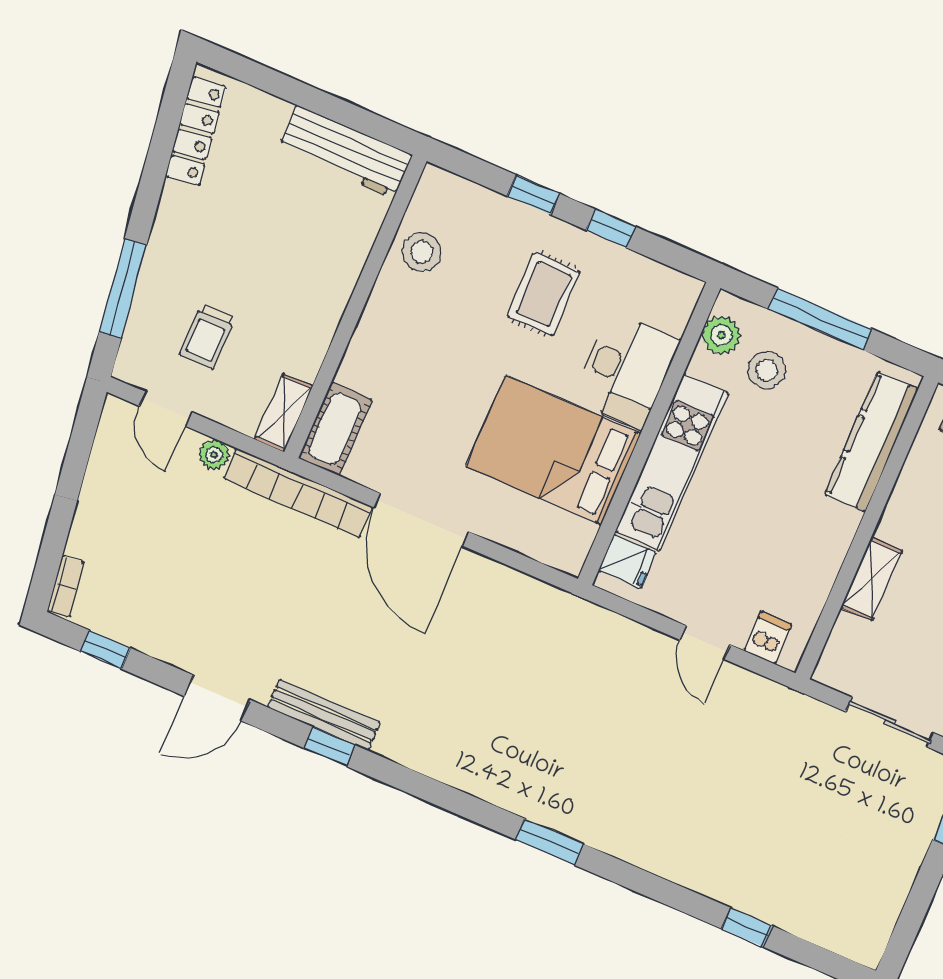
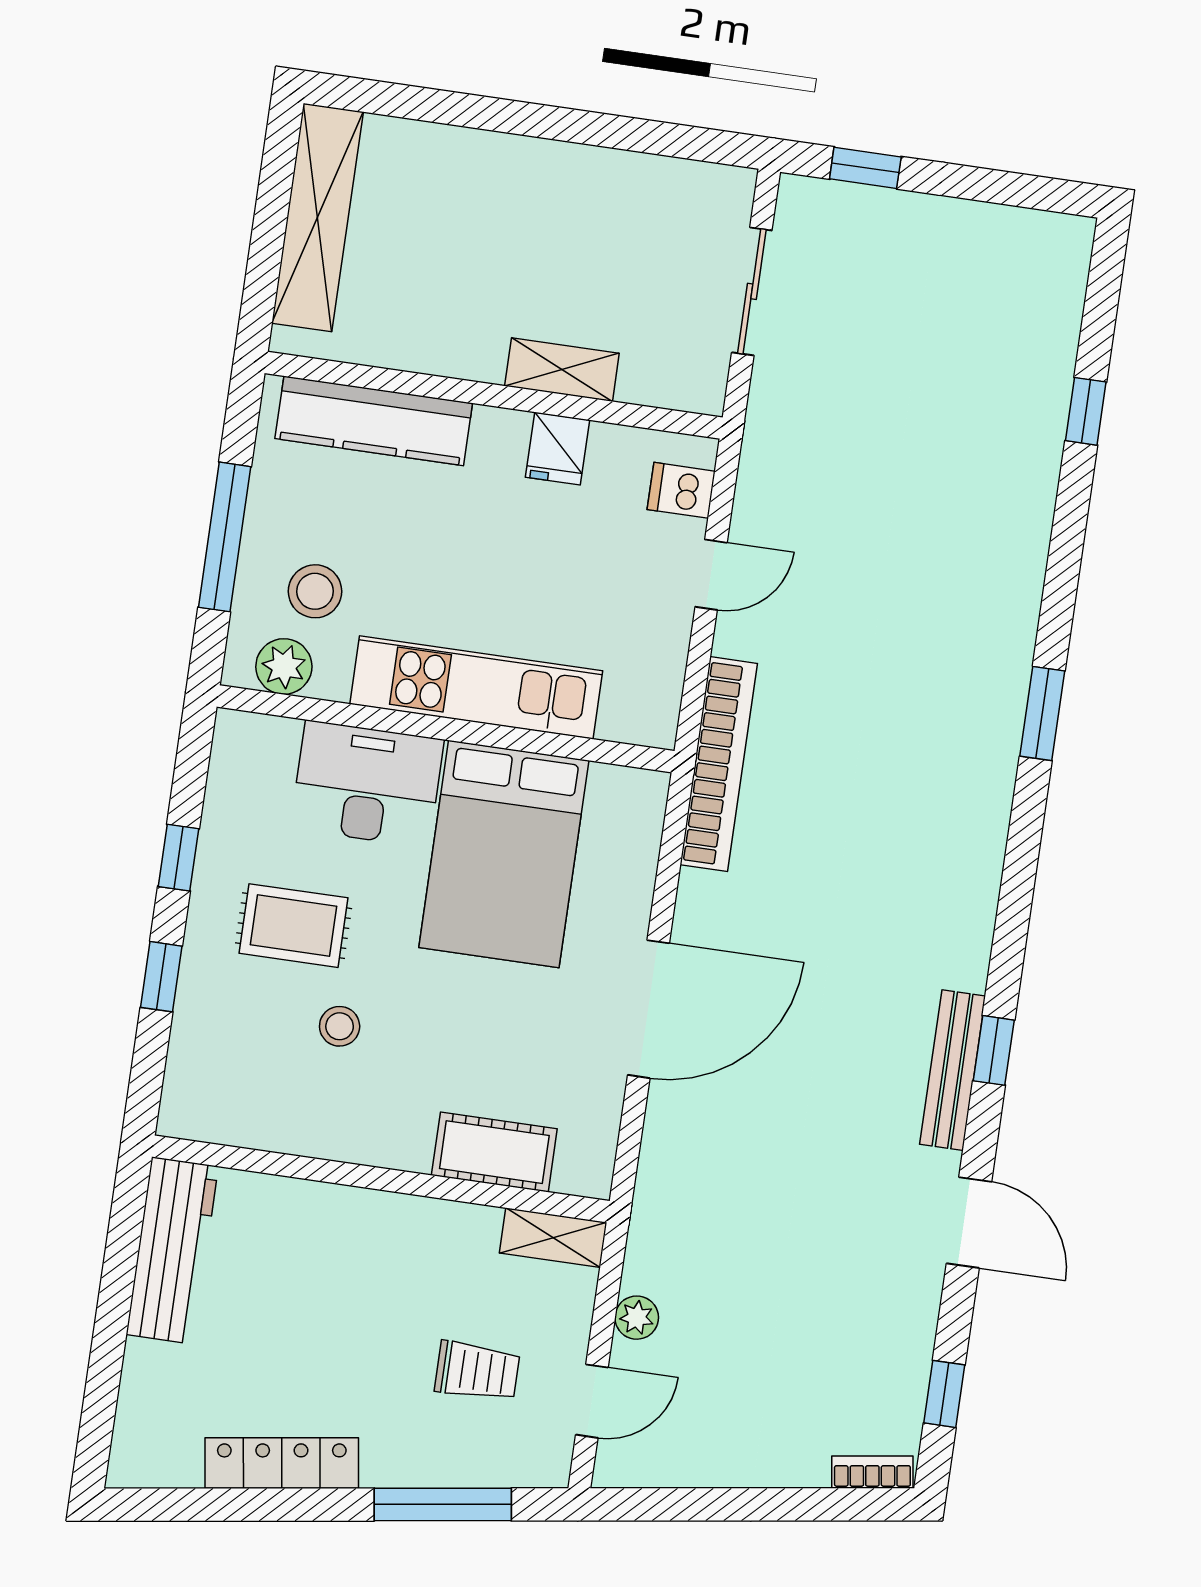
locker: (196, 131) -> (282, 1463), moved
stool: (422, 252) -> (340, 1026), moved, width x0.73, depth x0.73
cot: (335, 429) -> (494, 1152), moved
bookcase: (298, 493) -> (719, 764), moved
fridge: (627, 562) -> (558, 449), moved, turned 180

